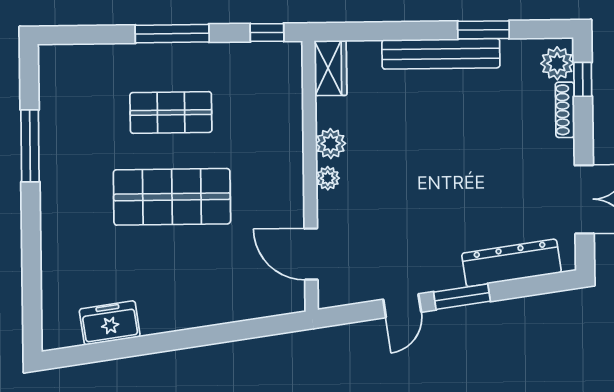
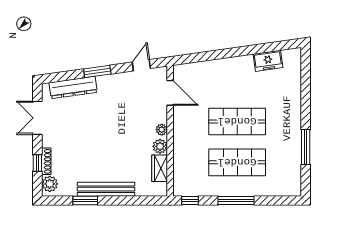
wardrobe: (331, 68) -> (160, 168), moved
window: (583, 79) -> (37, 163), moved
shop shelf: (171, 112) -> (237, 162), width x1.43, depth x1.36
door: (402, 306) -> (141, 65), moved

